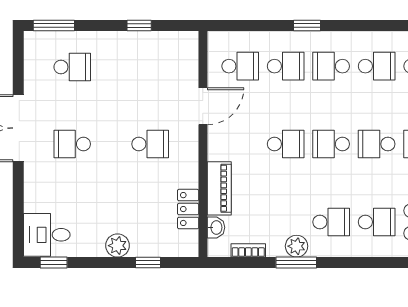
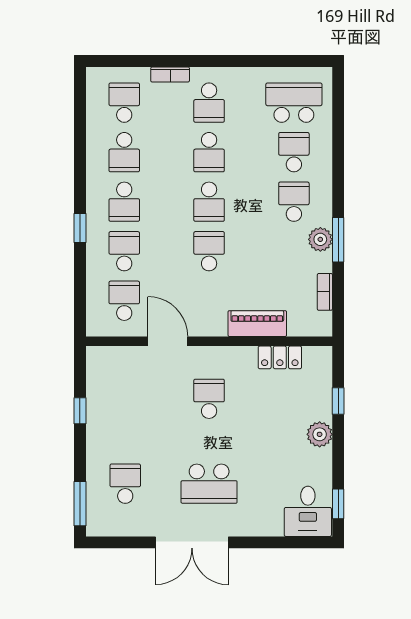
school desk: (377, 66) -> (124, 152), turned 180
school desk: (72, 144) -> (209, 484), width x1.85
washbasin: (216, 227) -> (300, 327), removed

